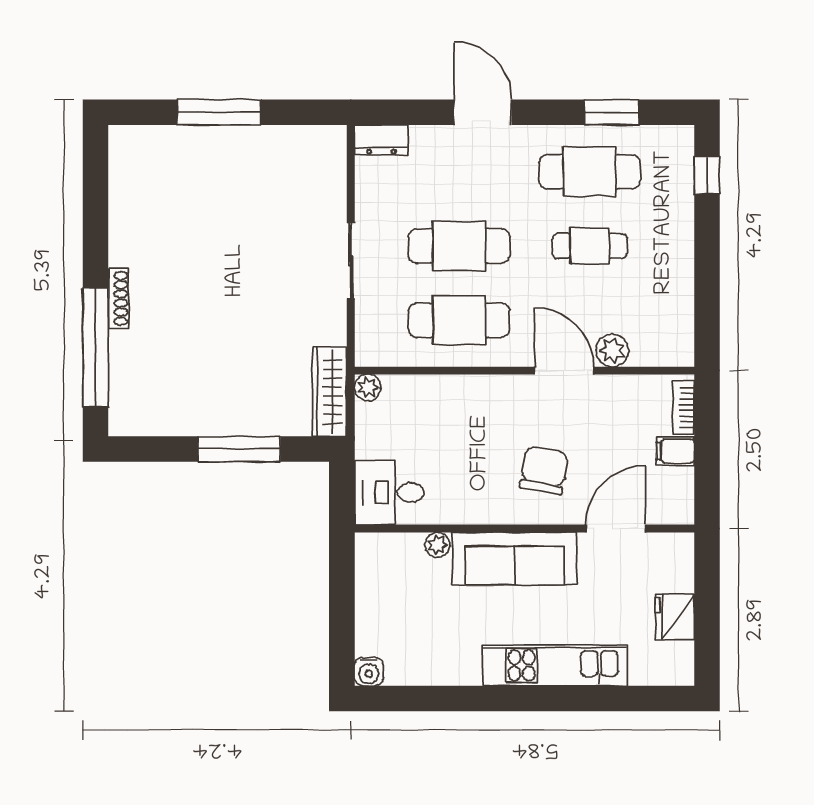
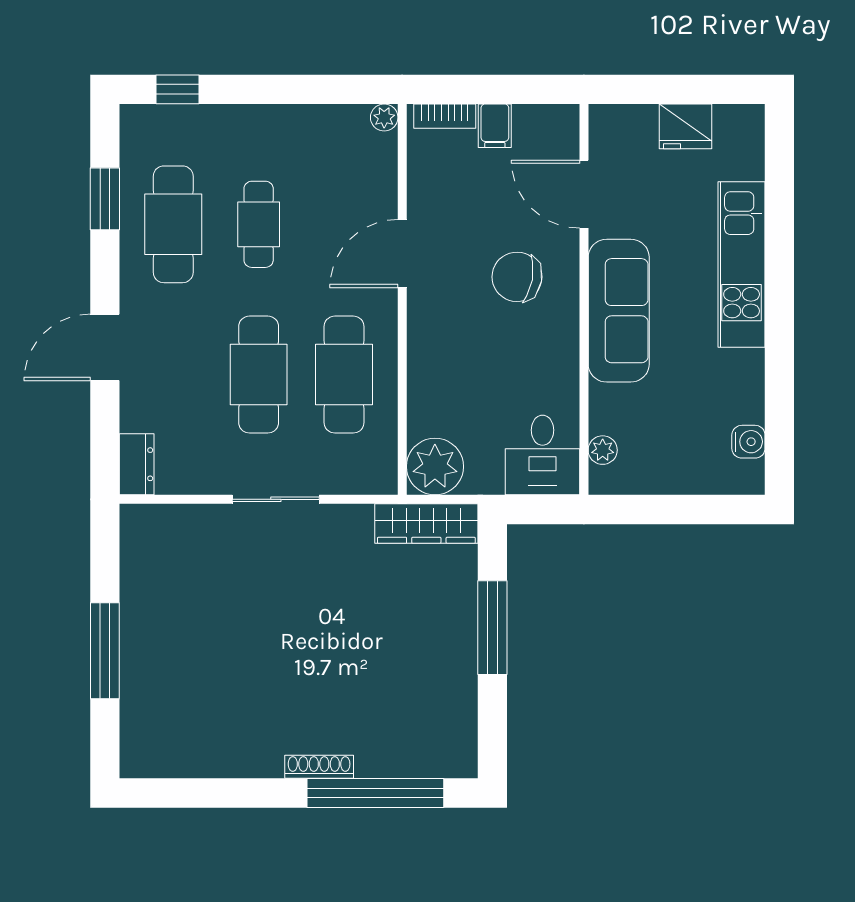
plant: (612, 351) -> (384, 117), moved, width x0.73, depth x0.73
plant: (368, 388) -> (435, 467), width x1.88, depth x1.88
plant: (437, 545) -> (603, 450), moved
water cooler: (369, 671) -> (748, 442), moved

